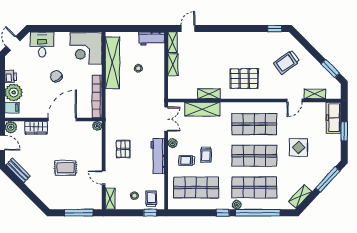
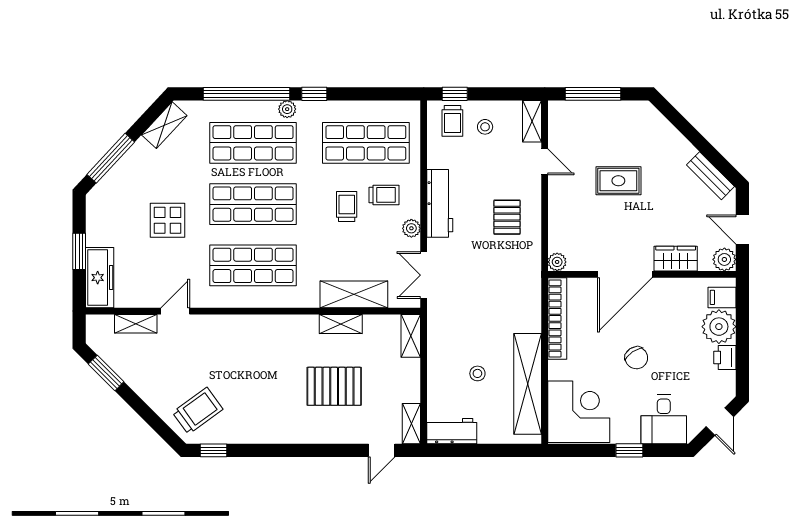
window: (60, 28) -> (629, 450), added
trolley: (287, 62) -> (198, 411), moved
shelving: (173, 65) -> (411, 336), moved
pallet: (244, 79) -> (334, 386), moved

